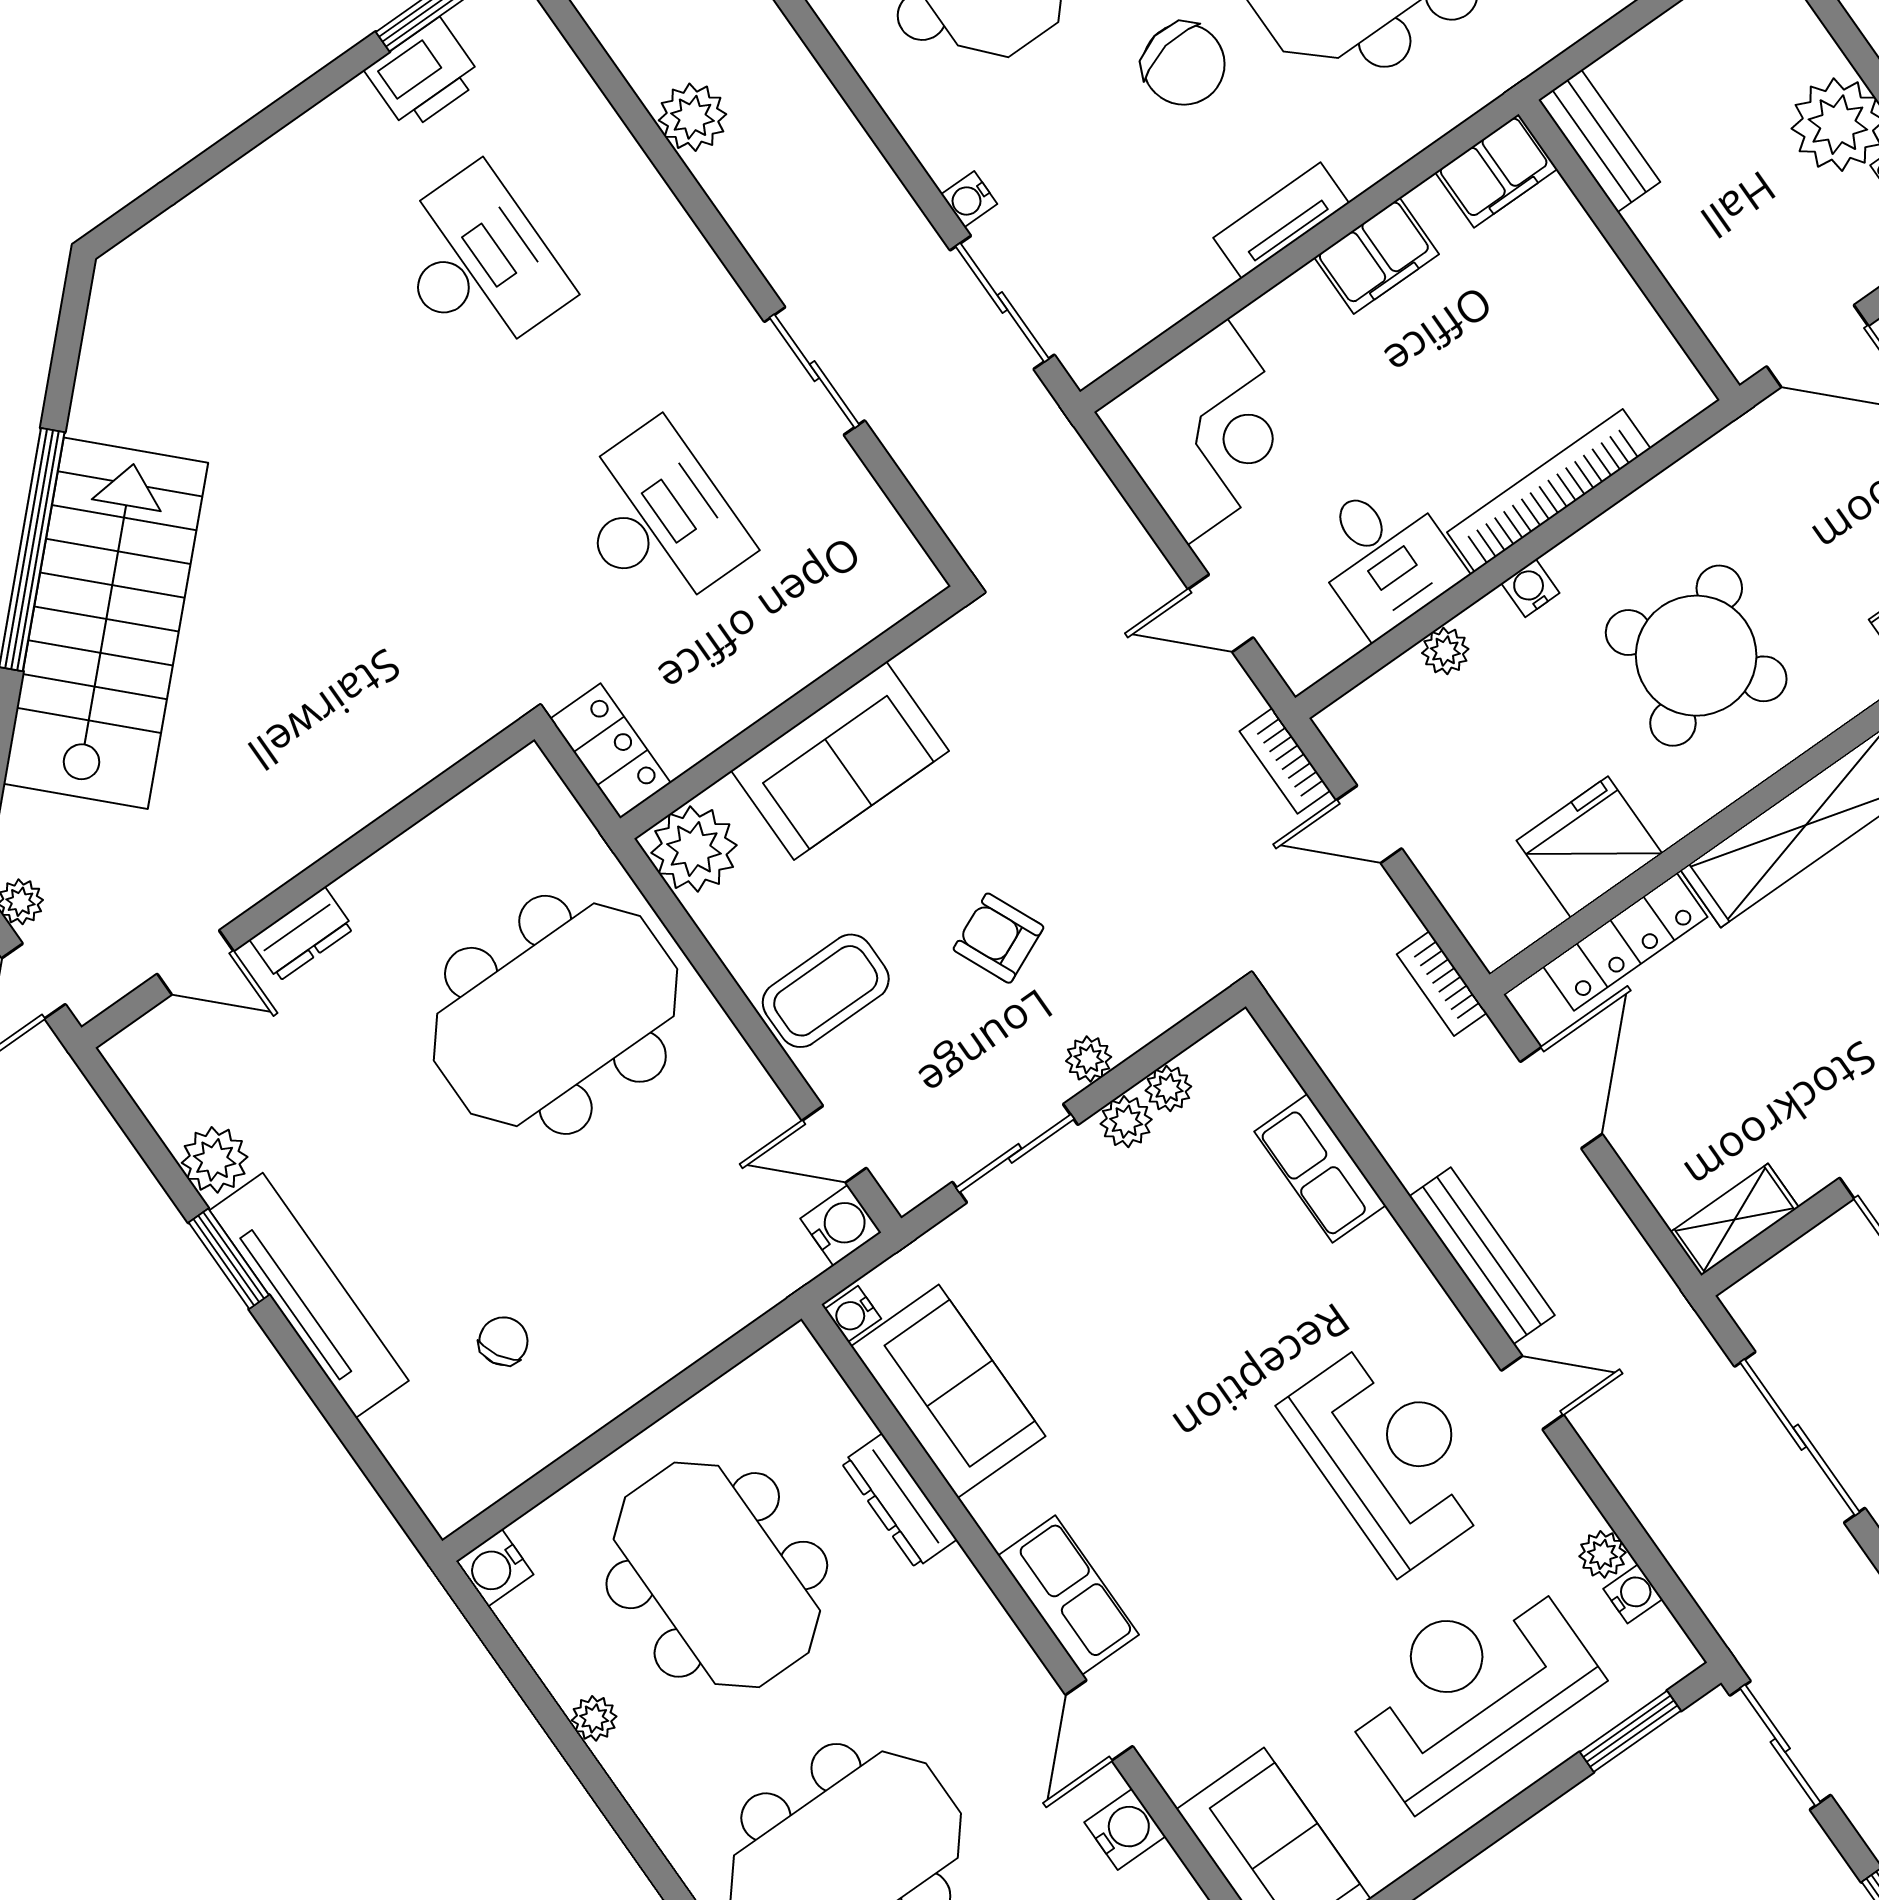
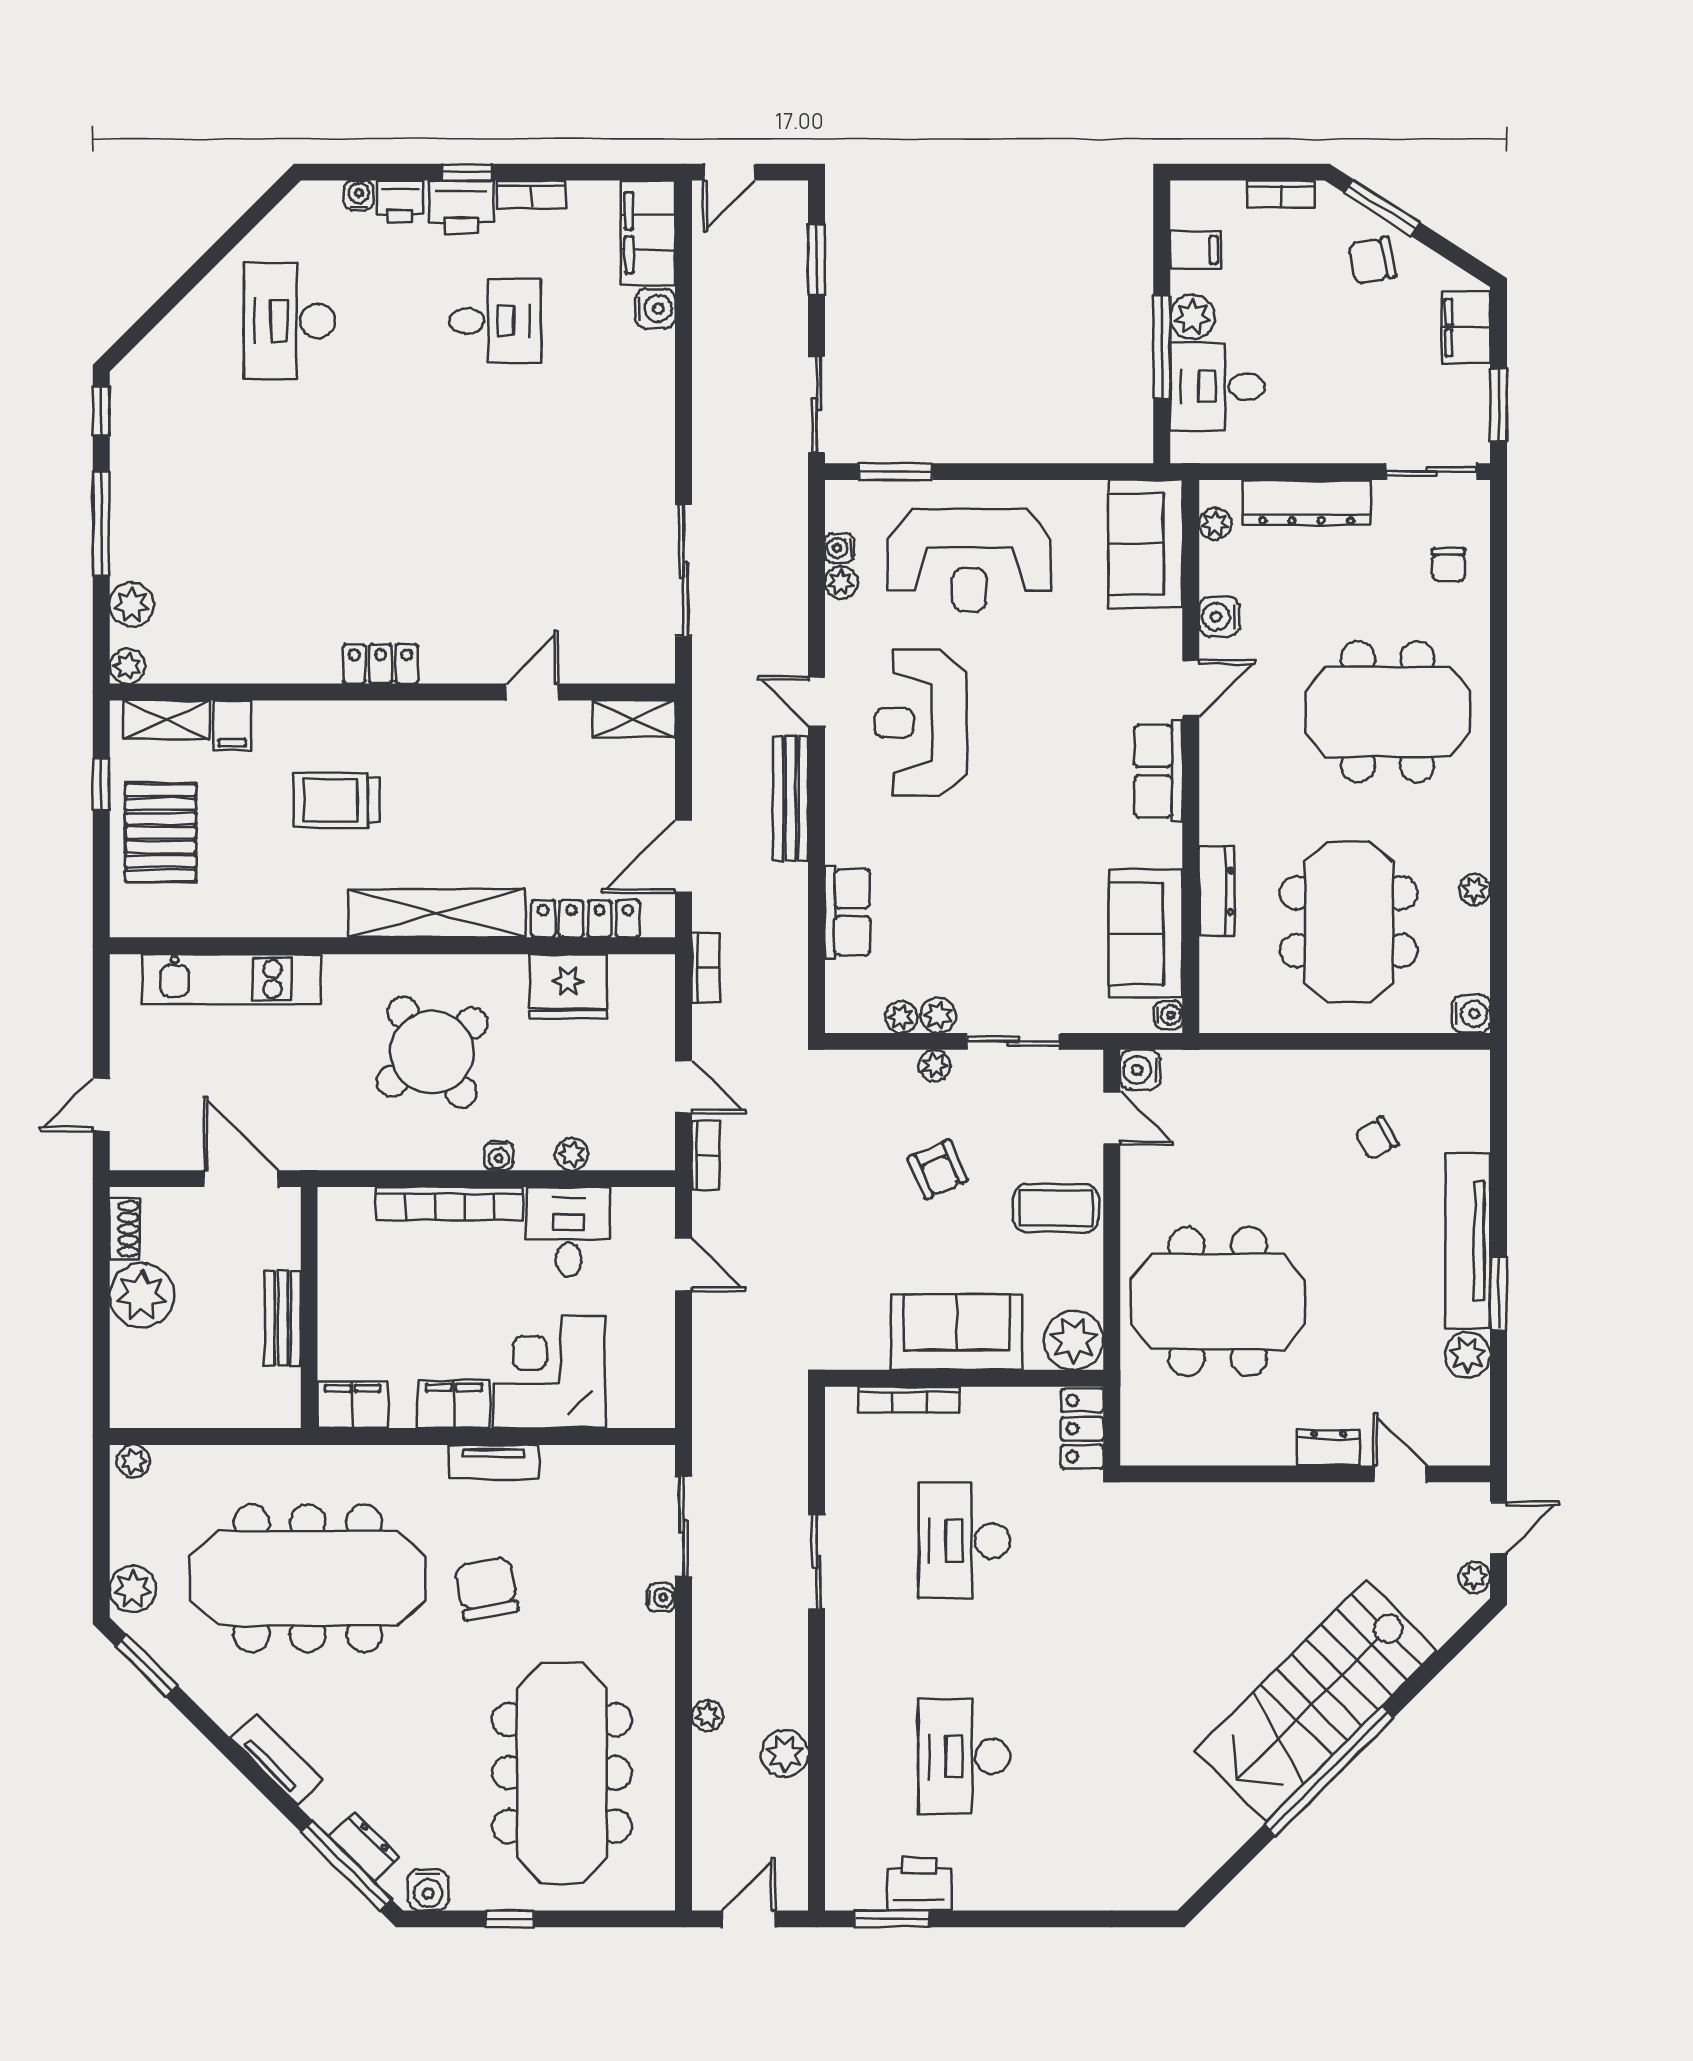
plant: (816, 98) -> (707, 1715), added
bench: (1599, 141) -> (283, 1318), moved
corner desk: (1207, 432) -> (549, 1372), moved
bookcase: (840, 641) -> (909, 1400), added

